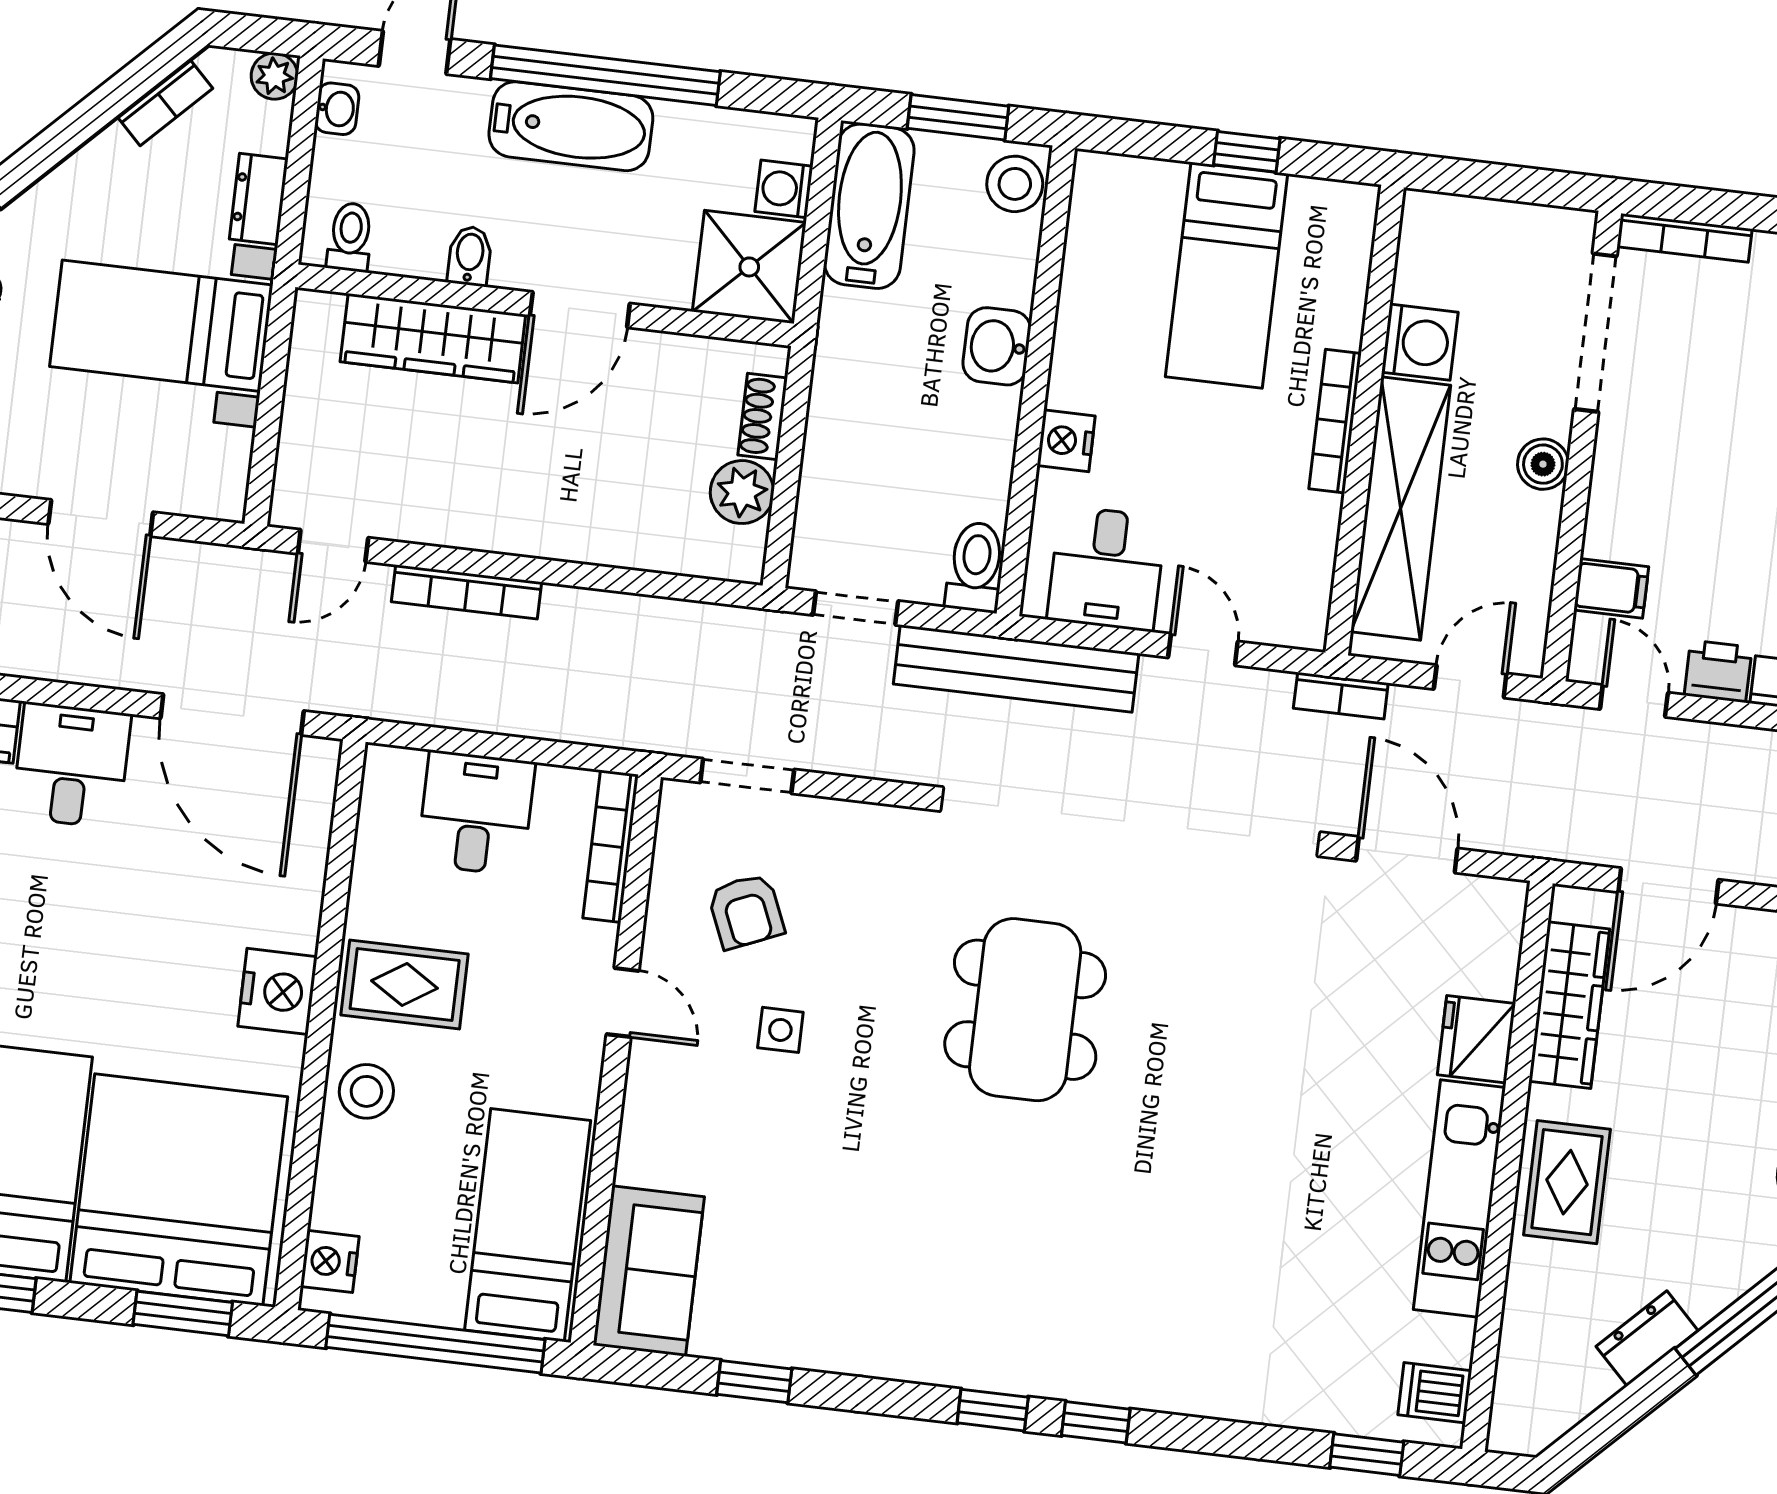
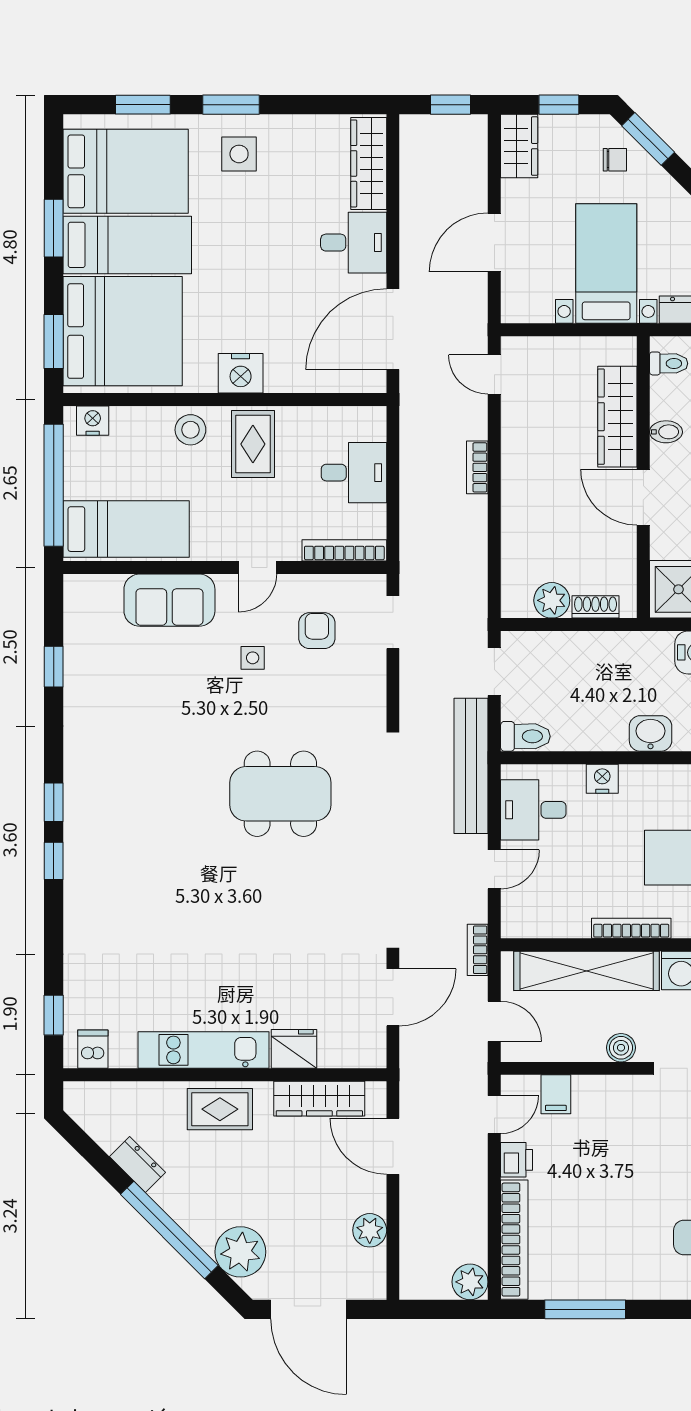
bookcase: (466, 592) -> (477, 467), width x0.64
armchair: (746, 911) -> (317, 631), turned 113
sofa: (649, 1271) -> (169, 600), moved

